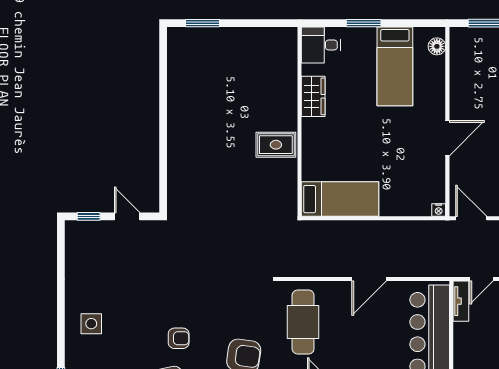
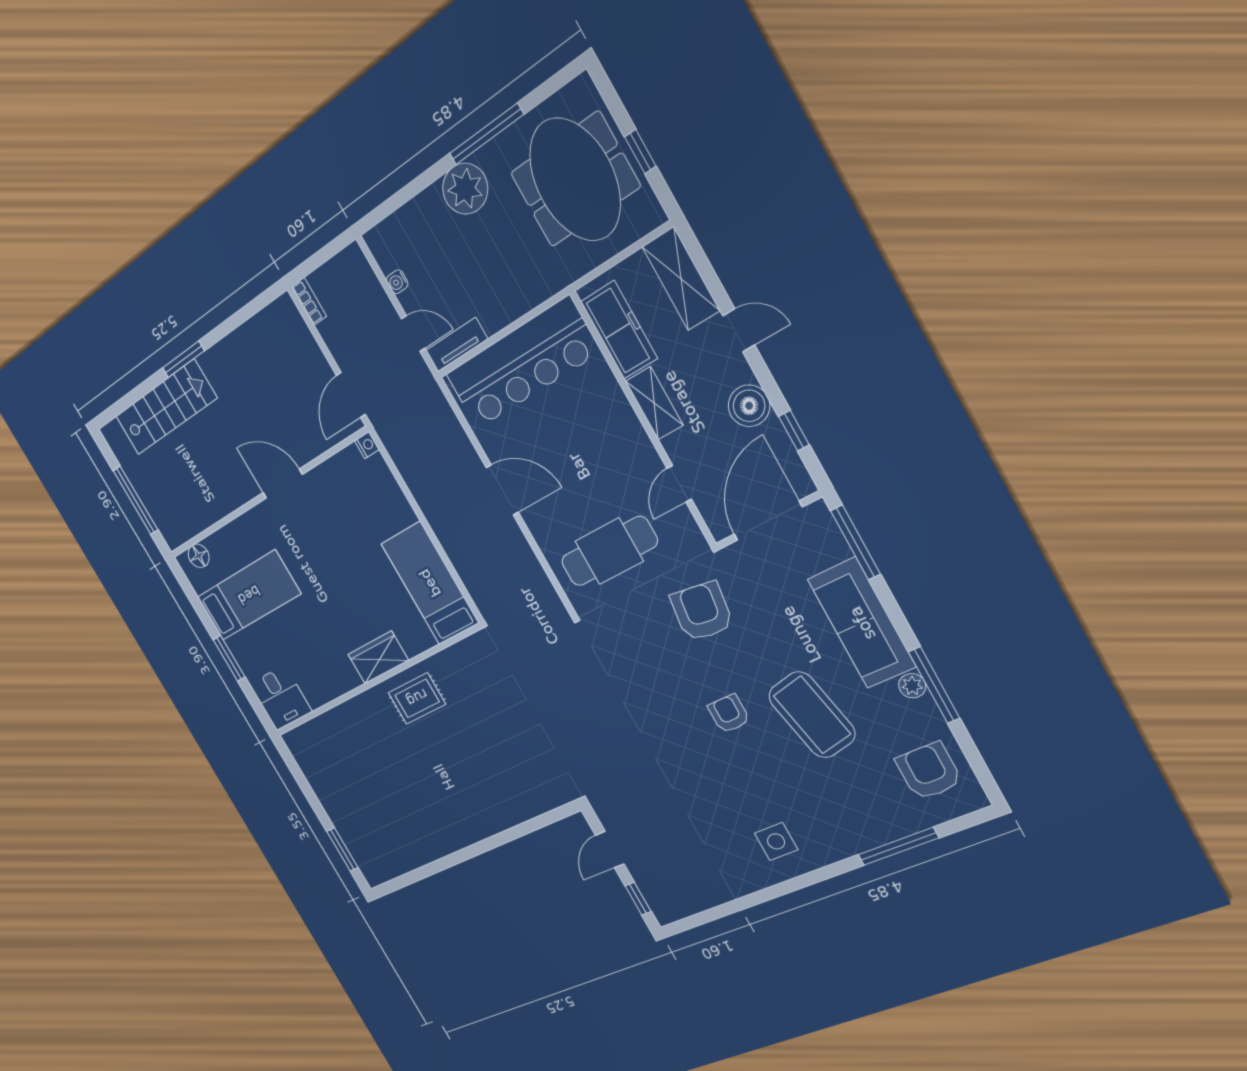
wardrobe: (313, 96) -> (378, 657), moved
rug: (276, 145) -> (417, 698), turned 90

